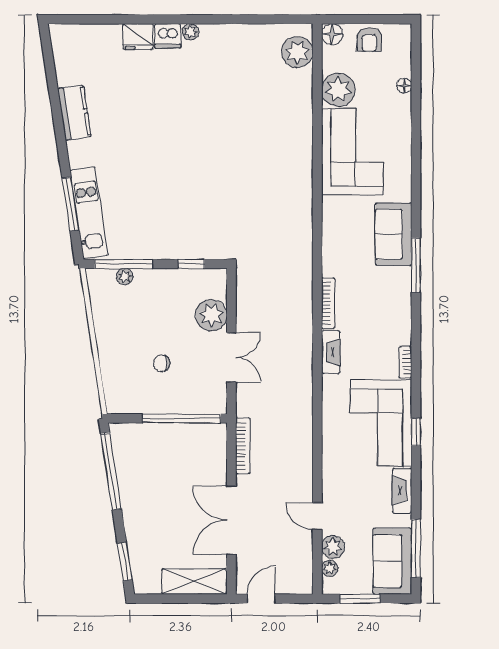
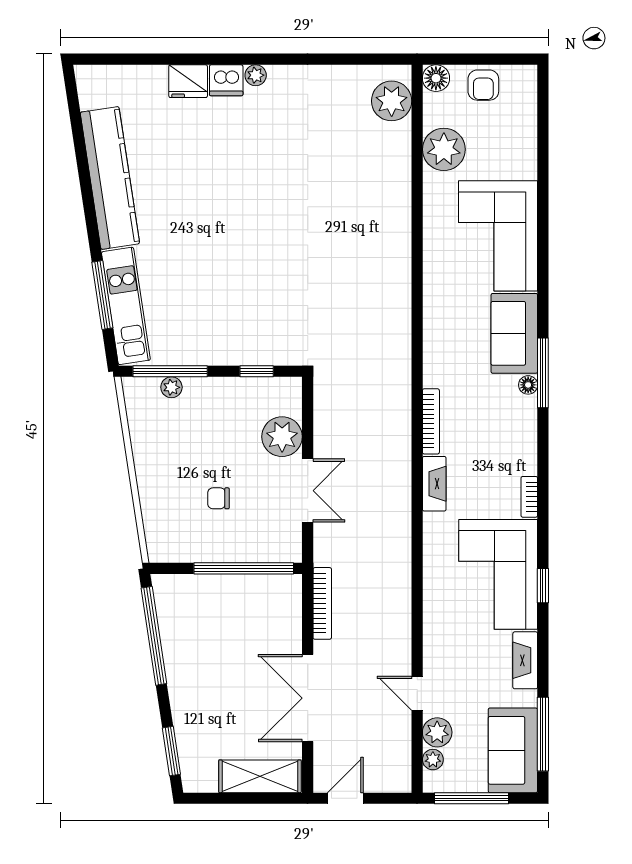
floor lamp: (404, 86) -> (528, 385), moved
kitchen counter: (74, 113) -> (110, 178), width x2.08, depth x1.17
corner sofa: (352, 152) -> (498, 236), moved, turned 180
window: (360, 599) -> (472, 798), width x1.44

